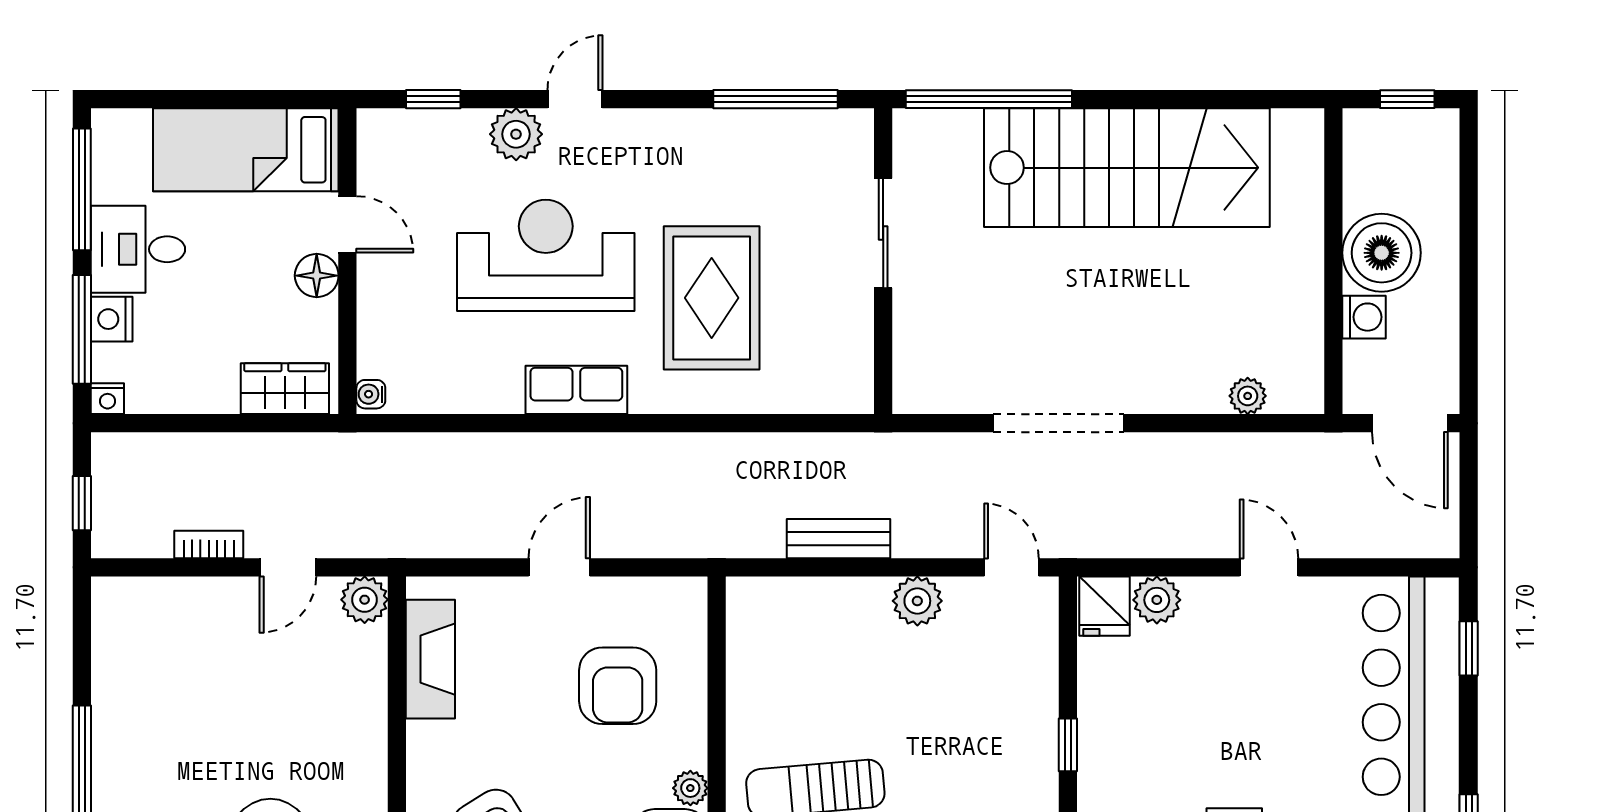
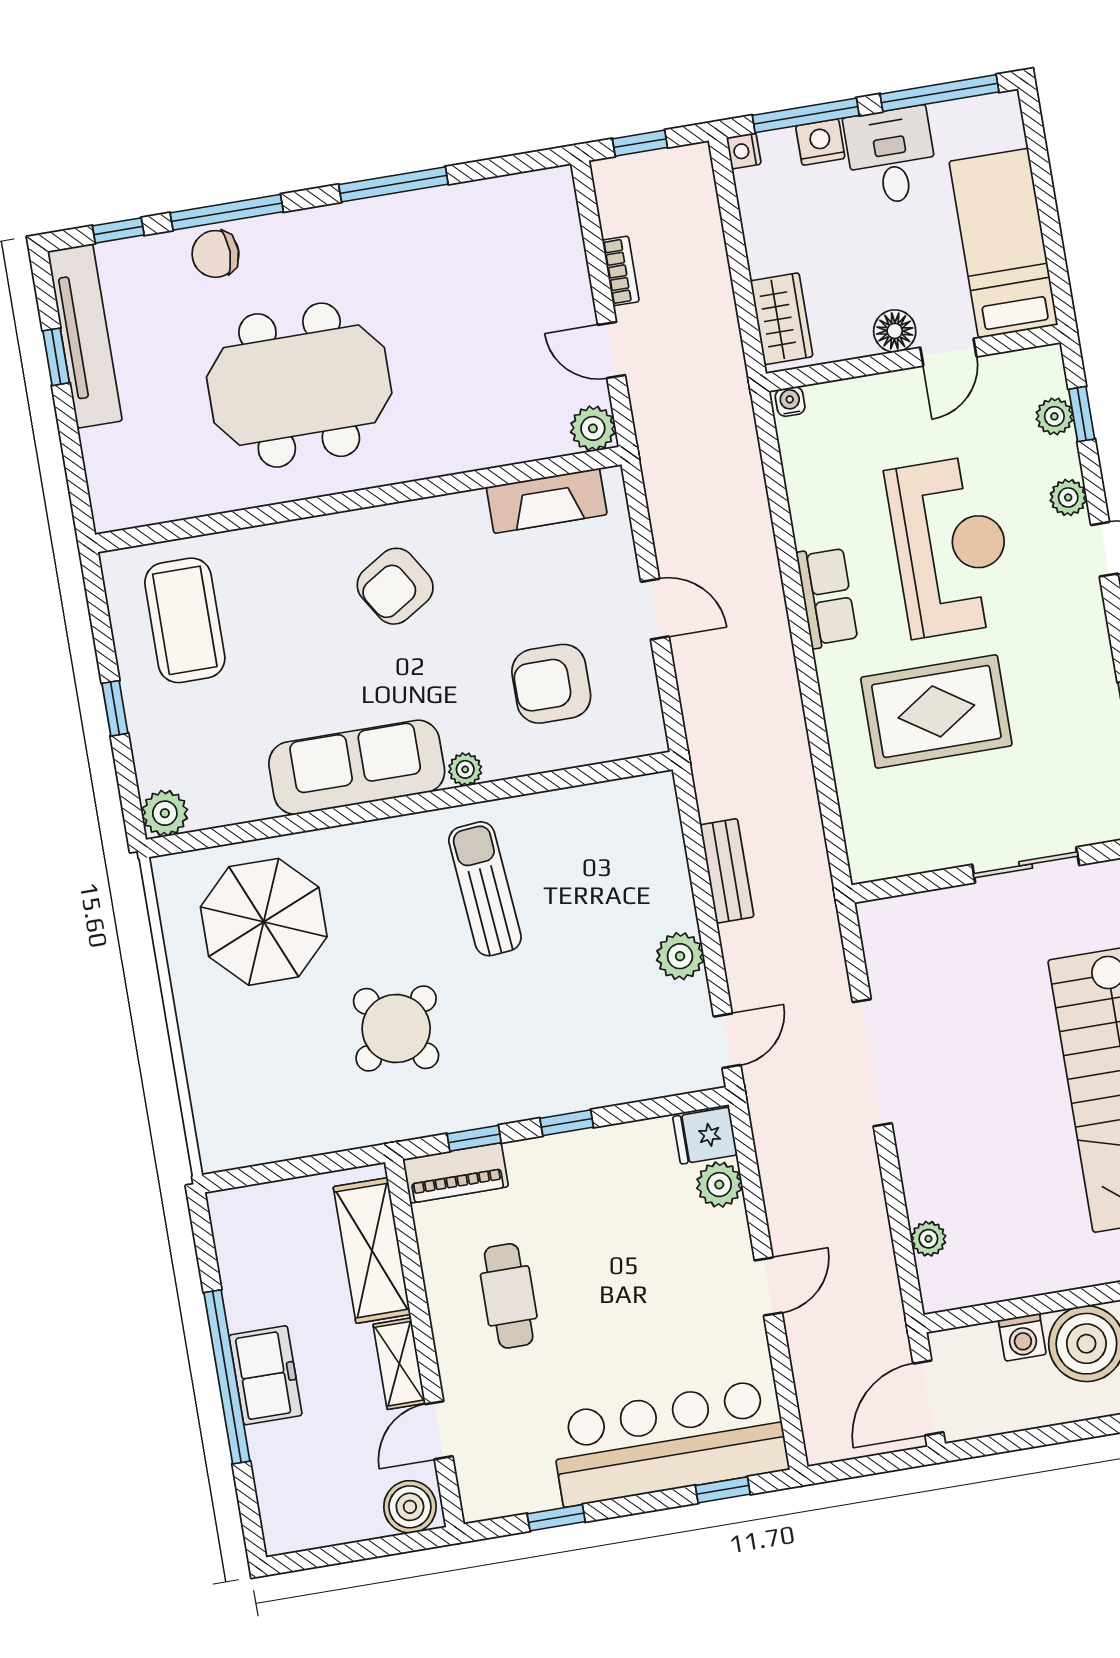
plant: (431, 127) -> (1054, 416), added
plant: (516, 134) -> (1068, 497), width x0.73, depth x0.73

